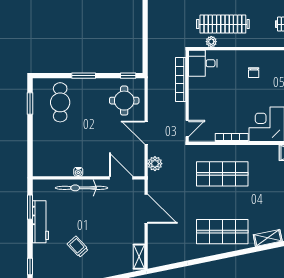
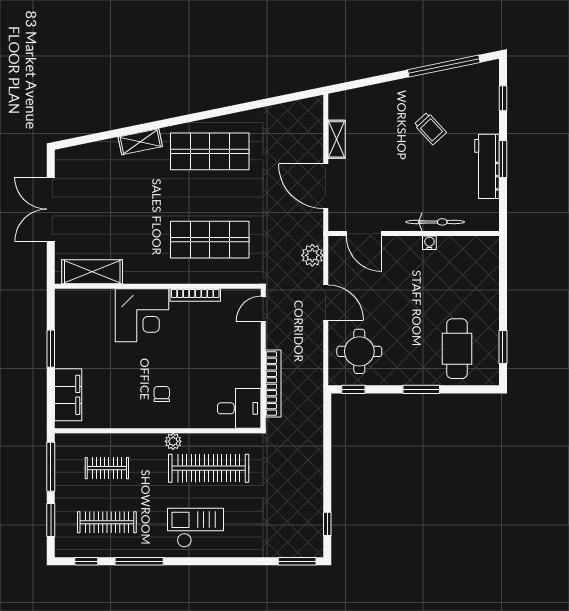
plant: (211, 42) -> (173, 441), moved
bicycle: (82, 188) -> (435, 222), width x0.73, depth x0.71
window: (30, 207) -> (503, 159), moved
shelving: (139, 257) -> (337, 139), moved

